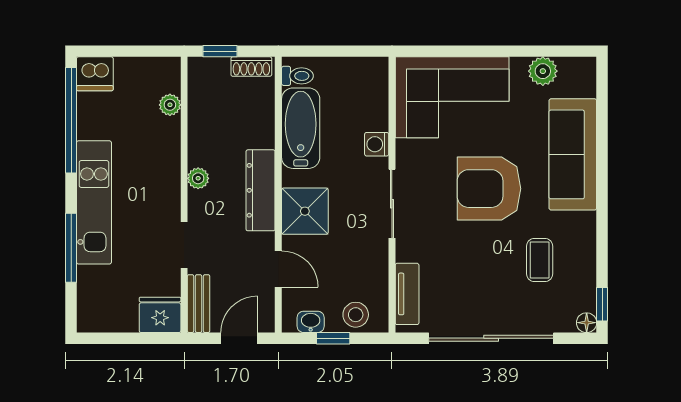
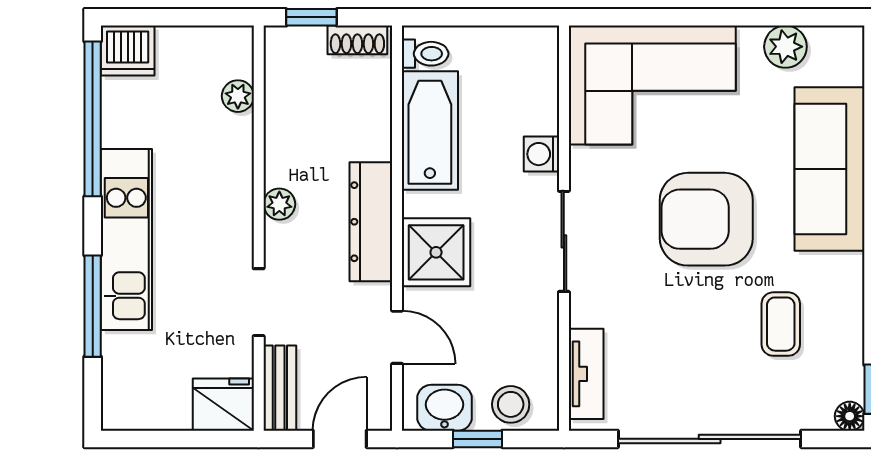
washbasin: (311, 322) -> (444, 408), width x1.38, depth x1.45

